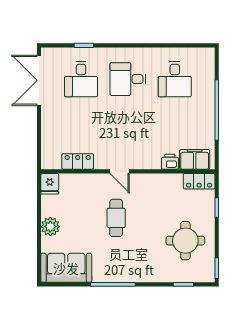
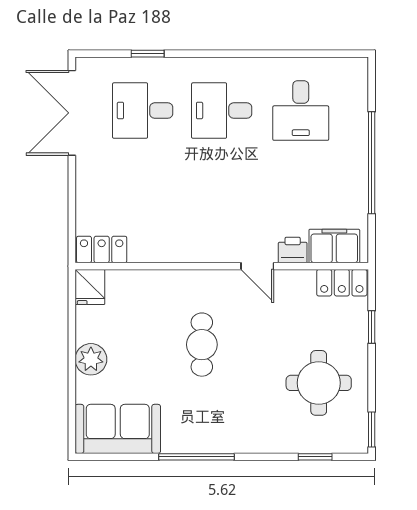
desk: (81, 79) -> (143, 111), turned 90
locker: (78, 161) -> (102, 249), moved
door: (120, 171) -> (257, 266), moved

